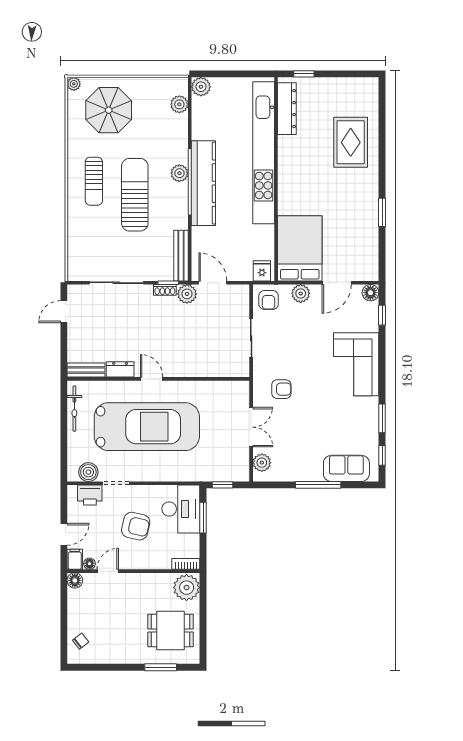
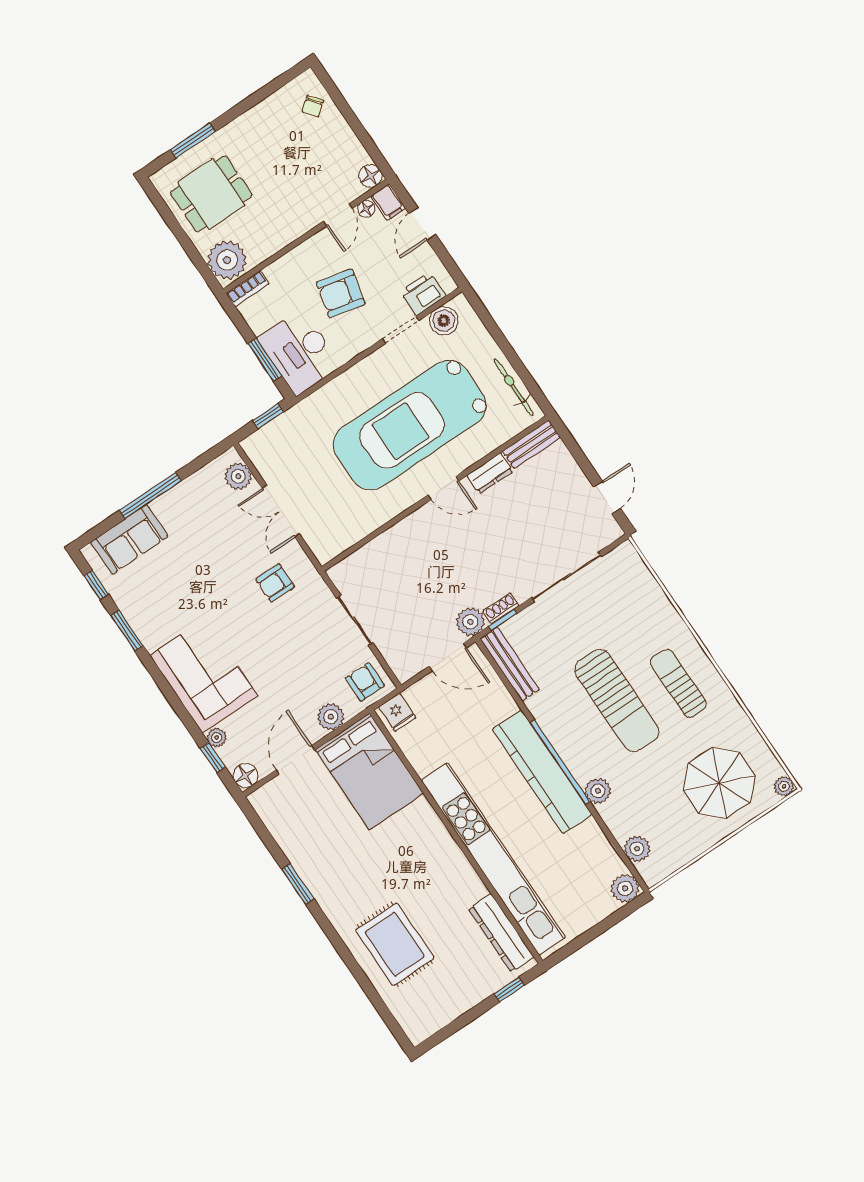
plant: (179, 173) -> (598, 791), moved
plant: (372, 325) -> (217, 738), added

